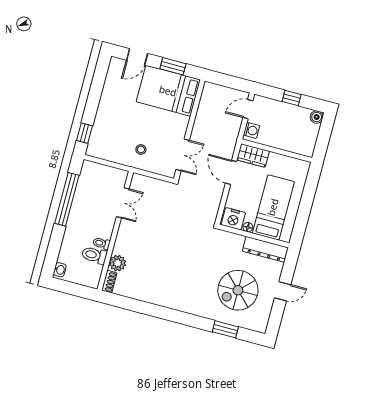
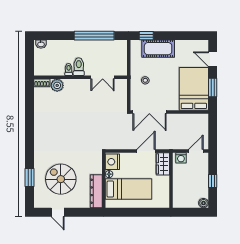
door: (248, 109) -> (196, 151), hinge flipped
cot: (105, 122) -> (158, 49), added
double door: (183, 155) -> (149, 112), width x1.37
toilet: (94, 255) -> (79, 67), moved
door: (283, 291) -> (58, 212), moved

